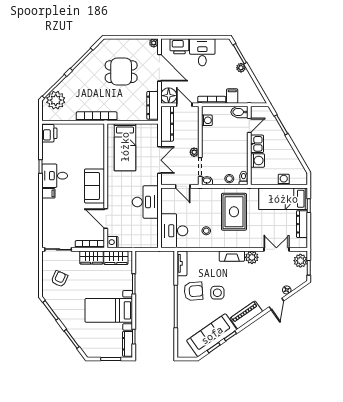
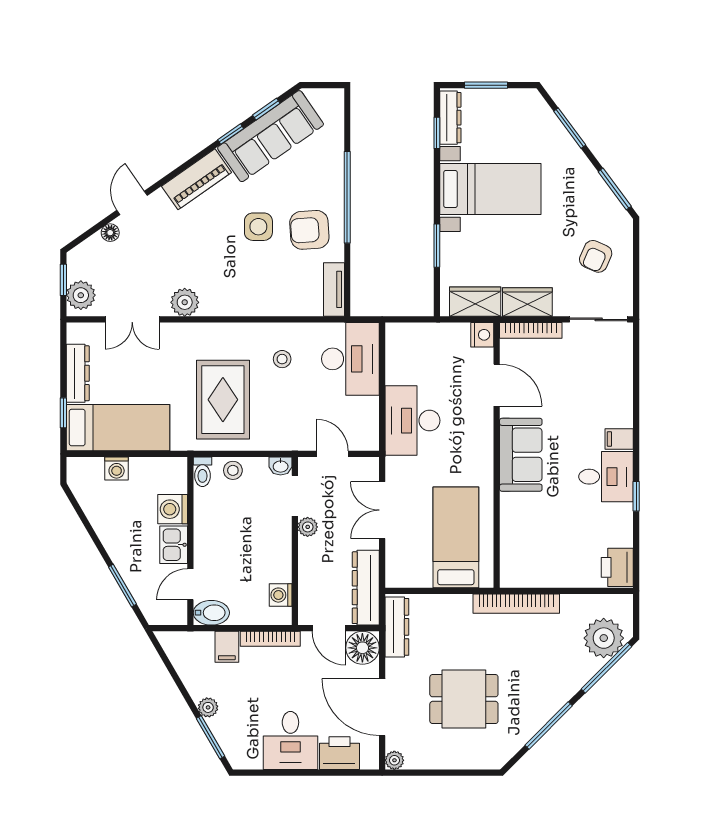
fireplace: (232, 256) -> (227, 305), removed

